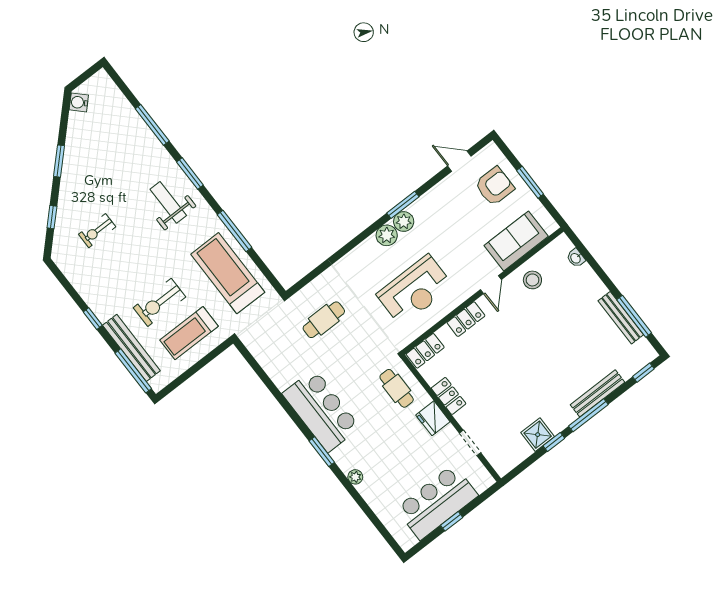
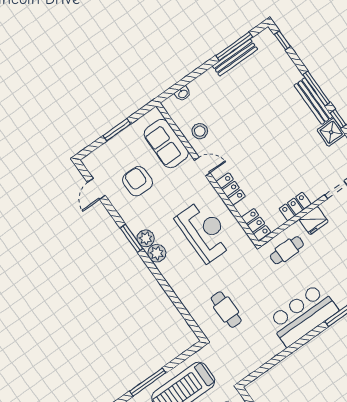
armchair: (494, 186) -> (137, 181), moved
bench: (598, 393) -> (313, 101), moved

